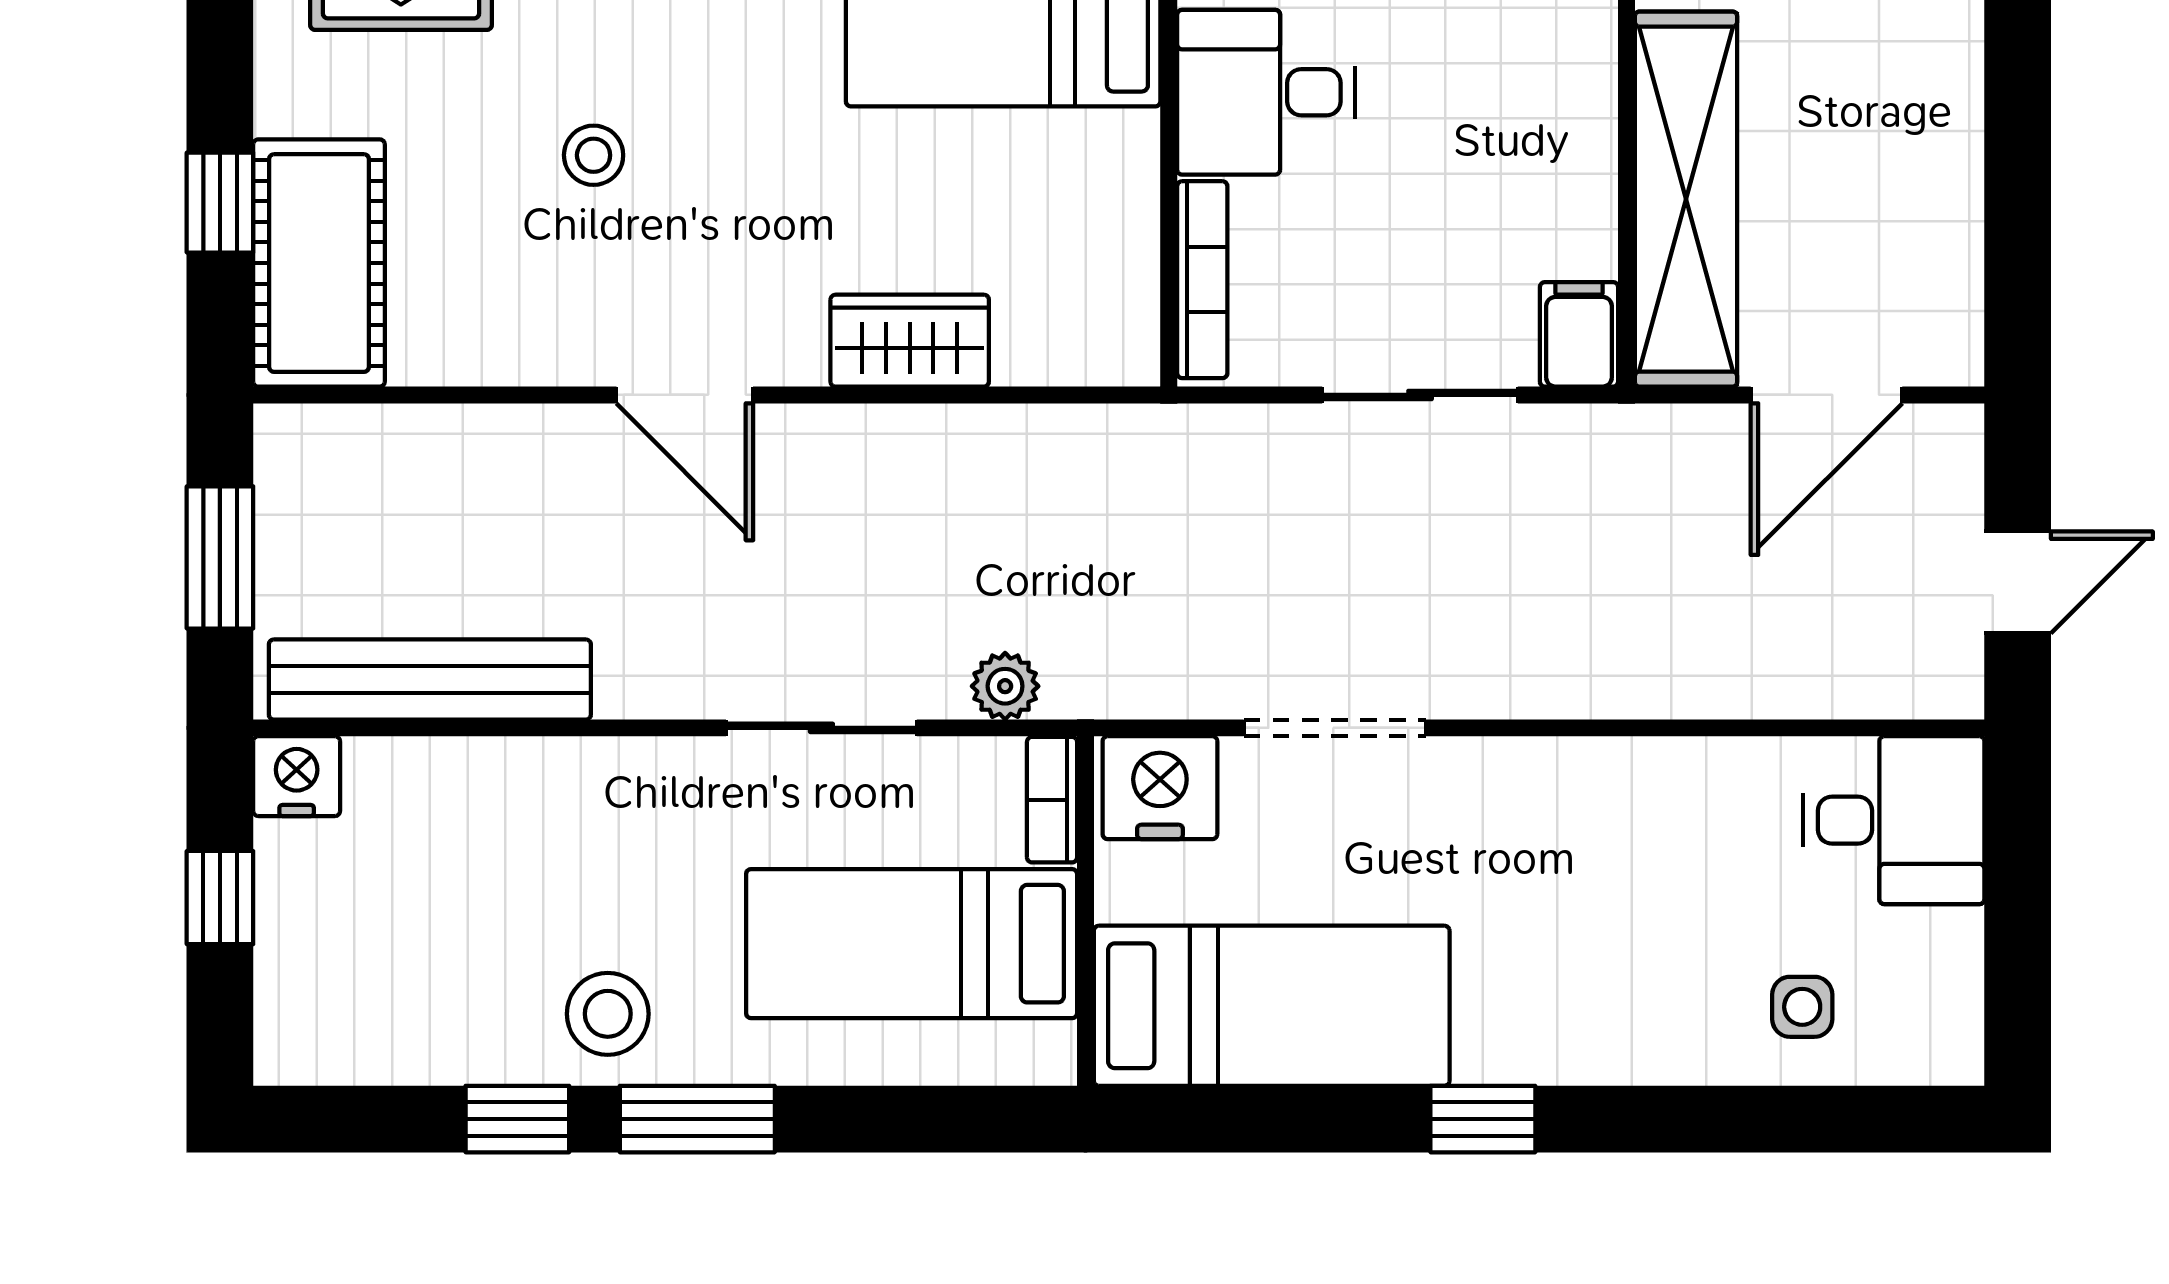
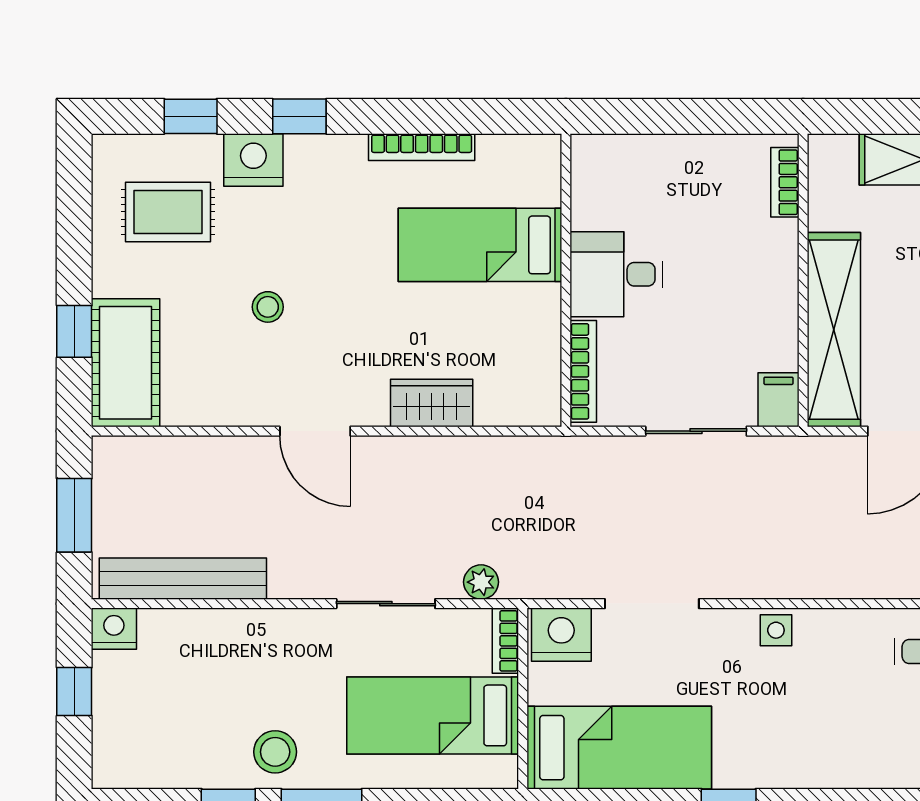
side table: (1802, 1007) -> (776, 630), moved

